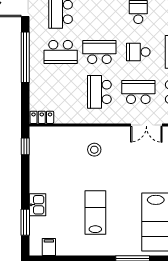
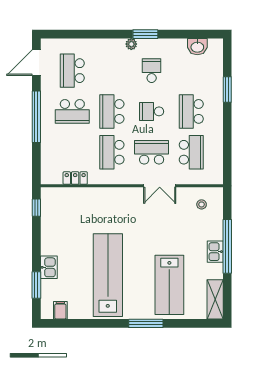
school desk: (99, 52) -> (112, 111), turned -90
locker: (42, 117) -> (75, 178), moved
stool: (94, 150) -> (107, 211), removed
lab bench: (95, 213) -> (108, 275), width x1.86, depth x1.39

